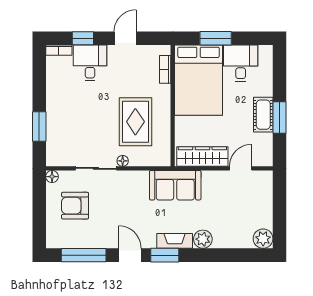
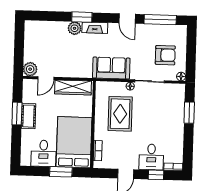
sofa: (175, 185) -> (111, 68), moved
plant: (263, 239) -> (30, 69), moved
window: (165, 255) -> (82, 17), moved

